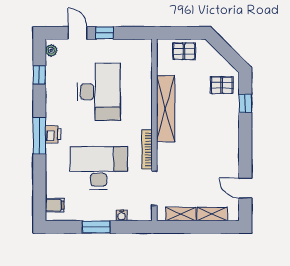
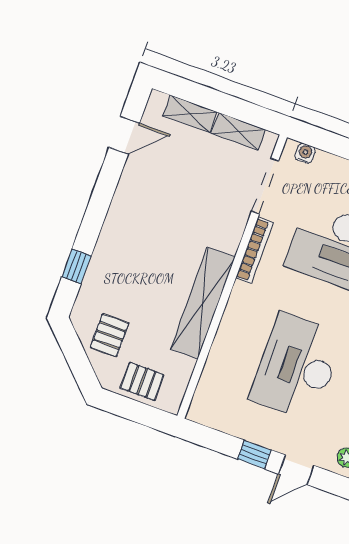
door: (78, 33) -> (296, 470), hinge flipped
pallet: (222, 85) -> (109, 335), moved, turned 90
door: (245, 188) -> (124, 135), hinge flipped
water cooler: (122, 215) -> (305, 153), moved

